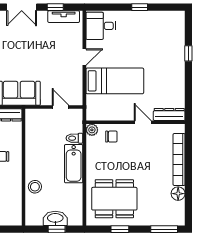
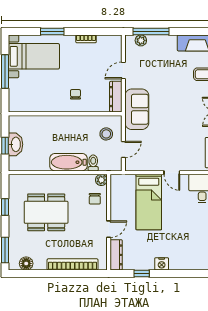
window: (188, 53) -> (142, 274), moved
nightstand: (178, 68) -> (162, 264), added
stool: (35, 187) -> (106, 134), moved
floor lamp: (178, 194) -> (26, 264), moved
dining table: (114, 199) -> (46, 212), moved, turned 90

